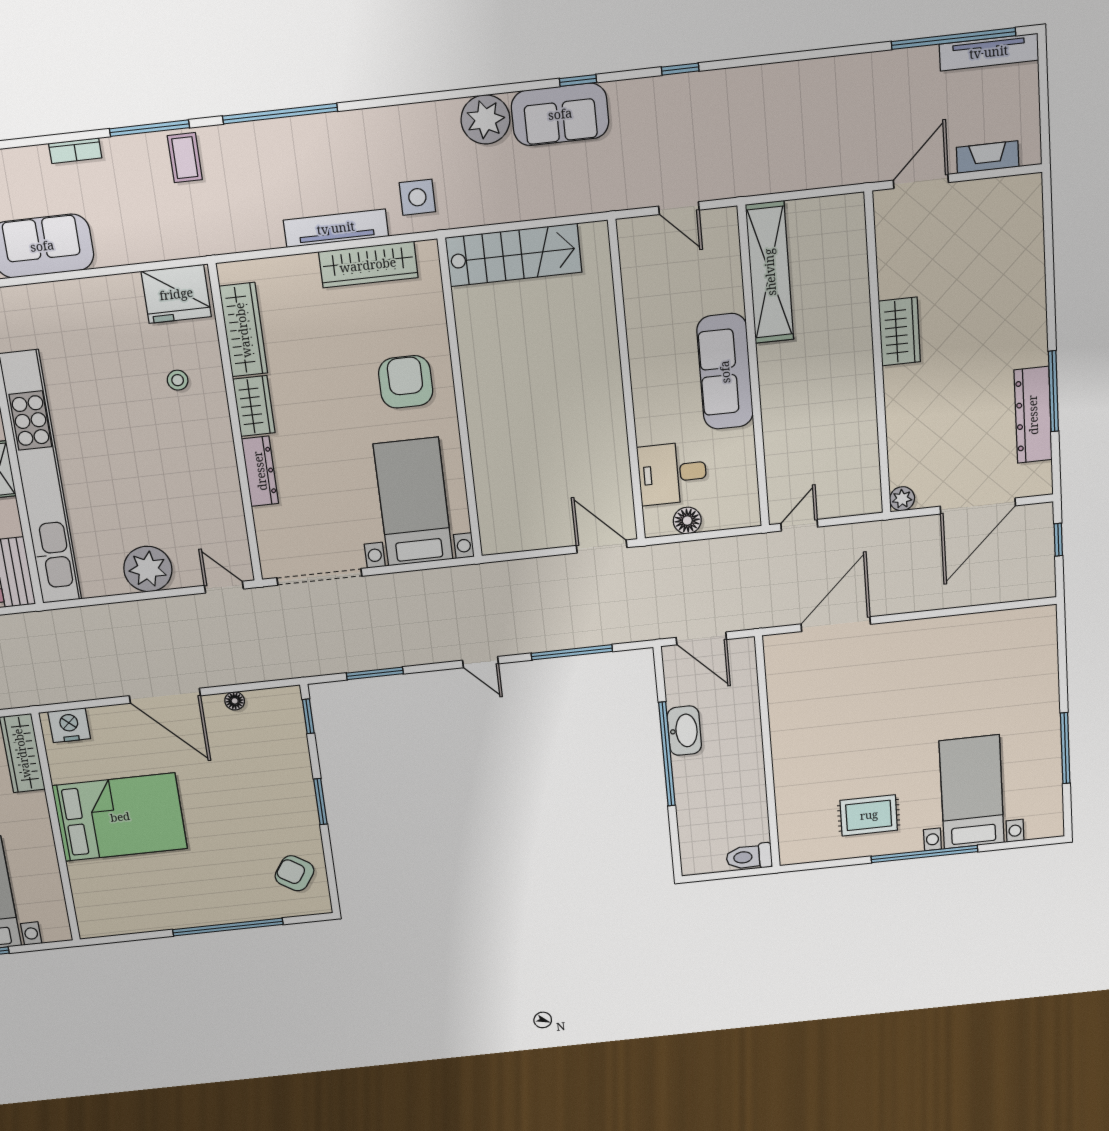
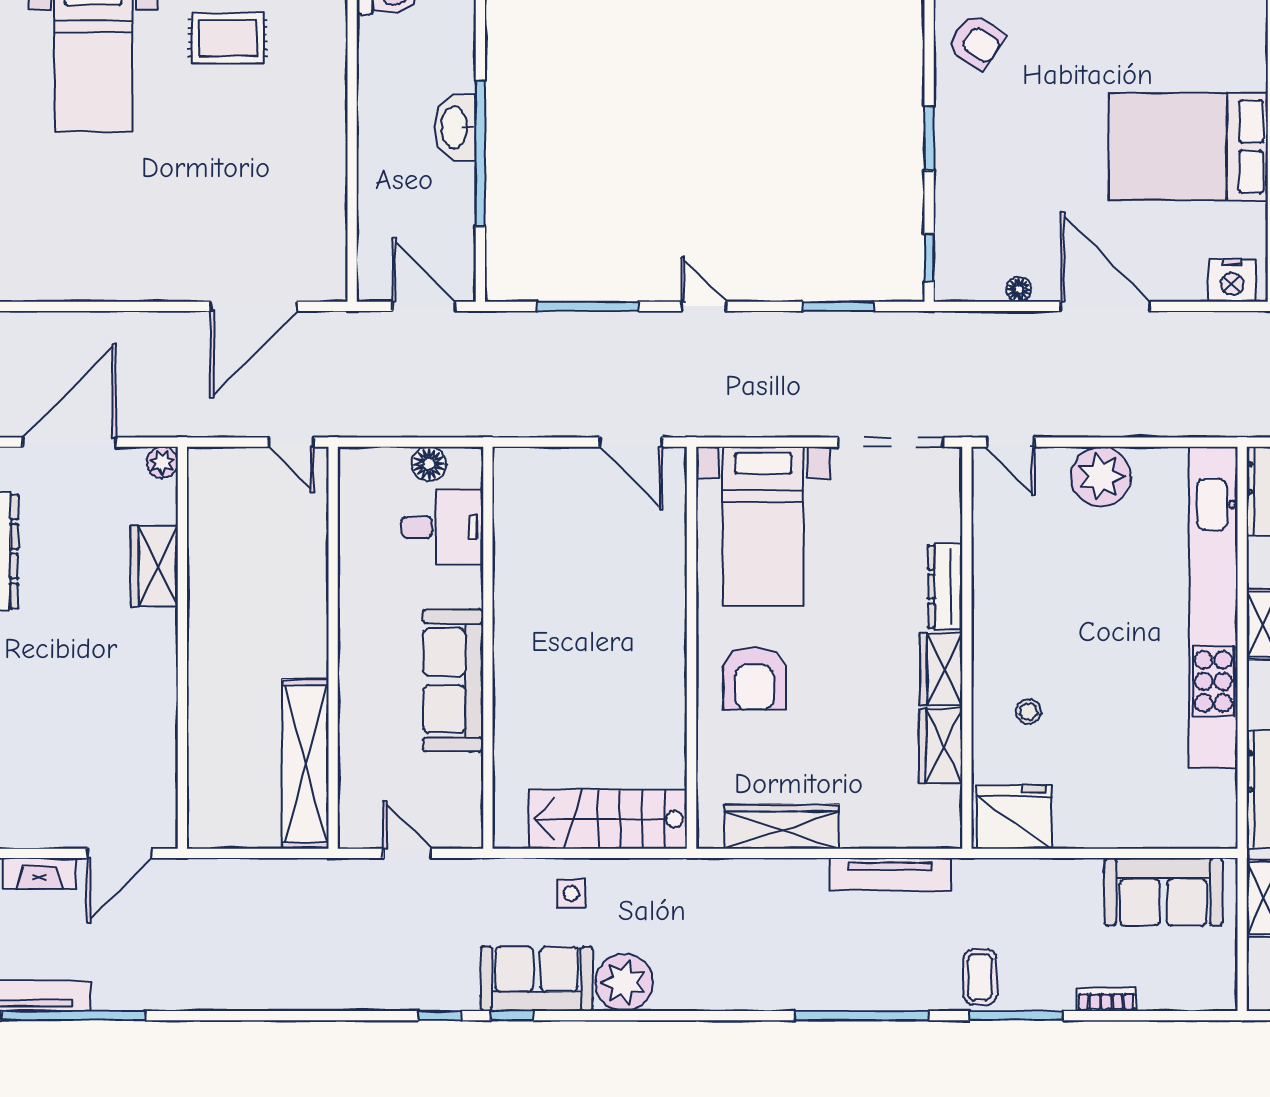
window: (680, 69) -> (440, 1016), moved
side table: (417, 197) -> (571, 894), moved, width x0.73, depth x0.73
tv unit: (336, 228) -> (890, 874), moved
wardrobe: (243, 330) -> (941, 746), width x0.67
wardrobe: (899, 331) -> (154, 566), moved
sofa: (725, 372) -> (453, 681), moved, turned 180
door: (799, 525) -> (291, 442), hinge flipped
door: (602, 547) -> (631, 442), moved
washbasin: (684, 731) -> (455, 127), moved

